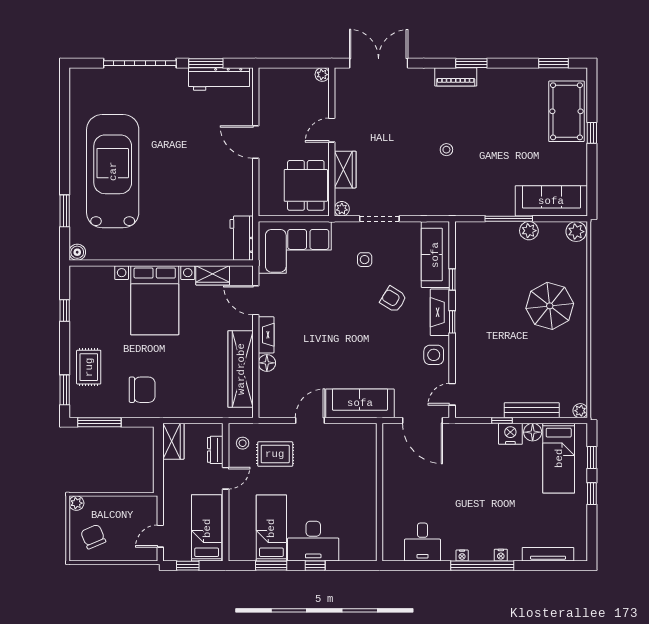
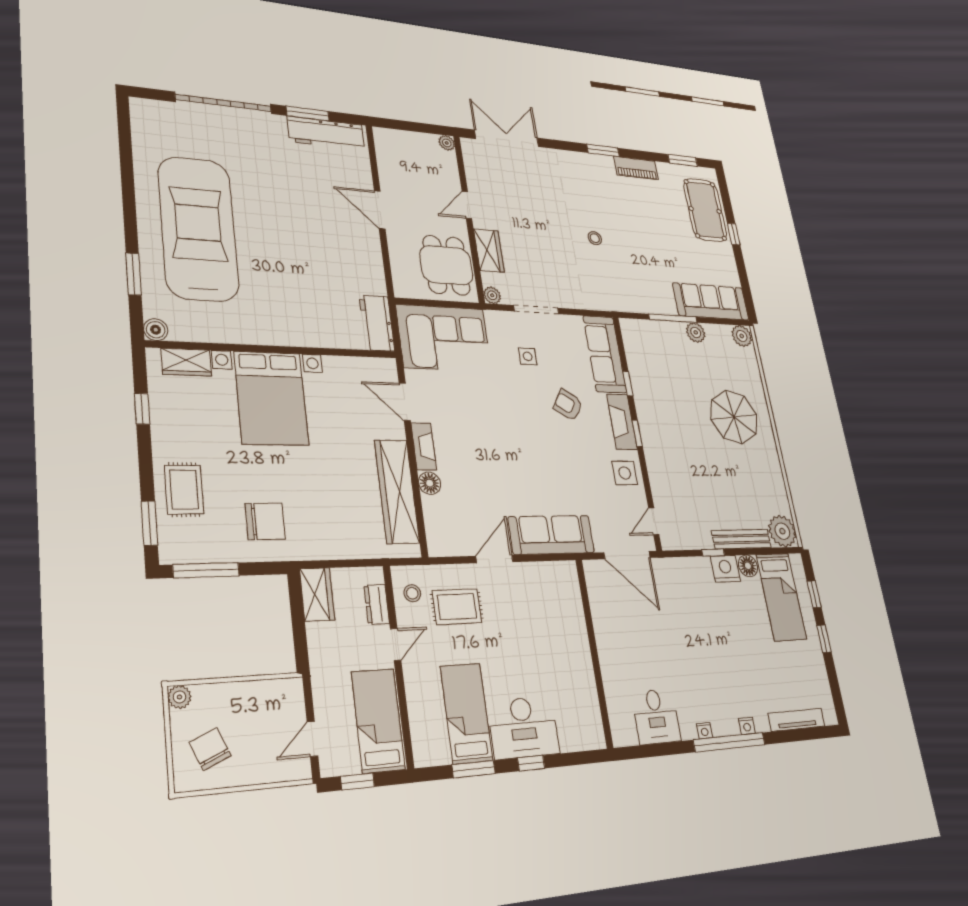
piano: (456, 77) -> (636, 168), moved
wardrobe: (213, 275) -> (186, 362), moved
plant: (580, 411) -> (782, 531), width x1.88, depth x1.88

